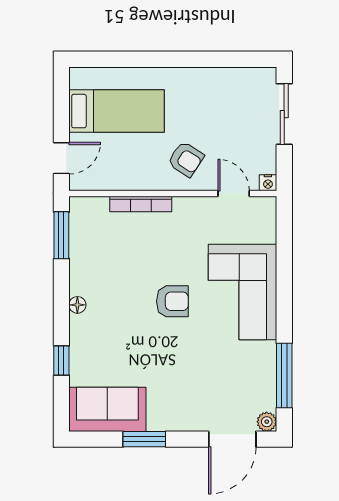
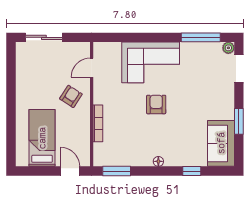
nightstand: (268, 183) -> (85, 47), removed

